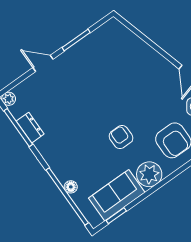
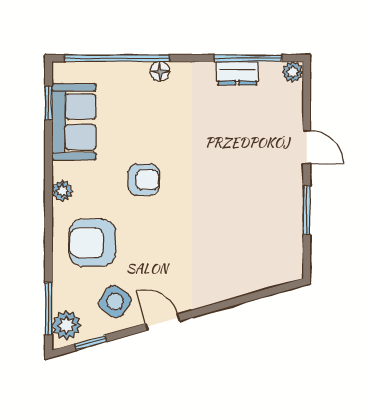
door: (43, 63) -> (307, 147), hinge flipped
plant: (149, 174) -> (62, 191), width x0.53, depth x0.53
floor lamp: (71, 187) -> (160, 71), moved

